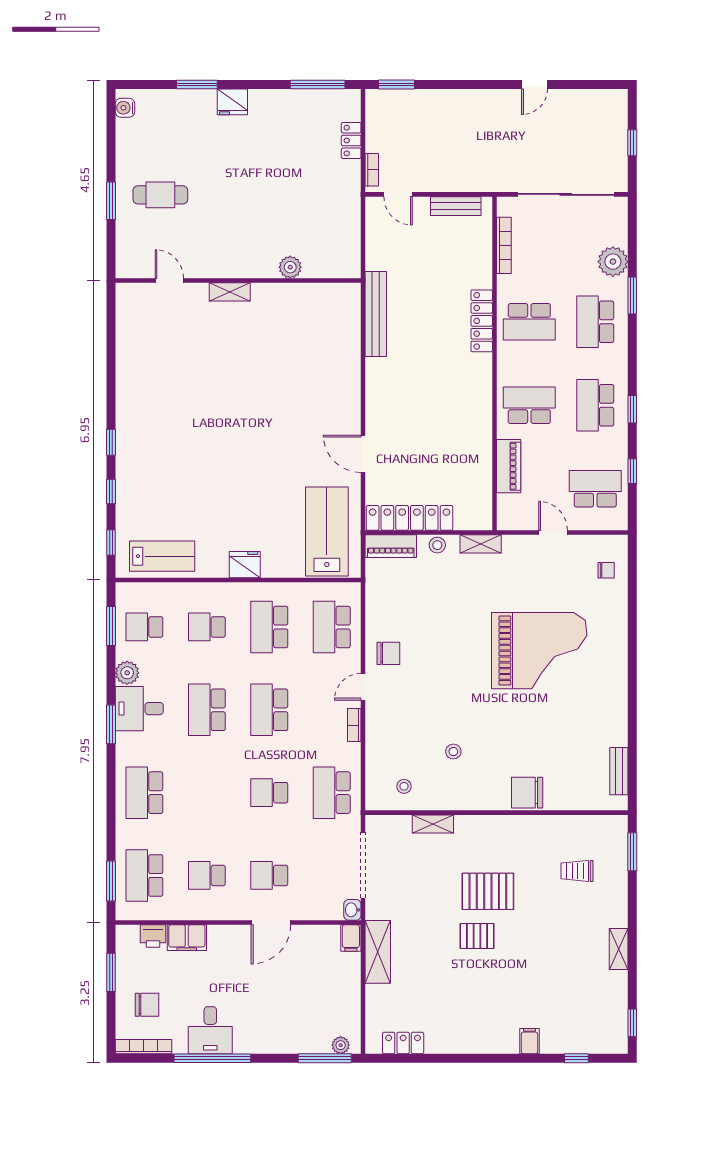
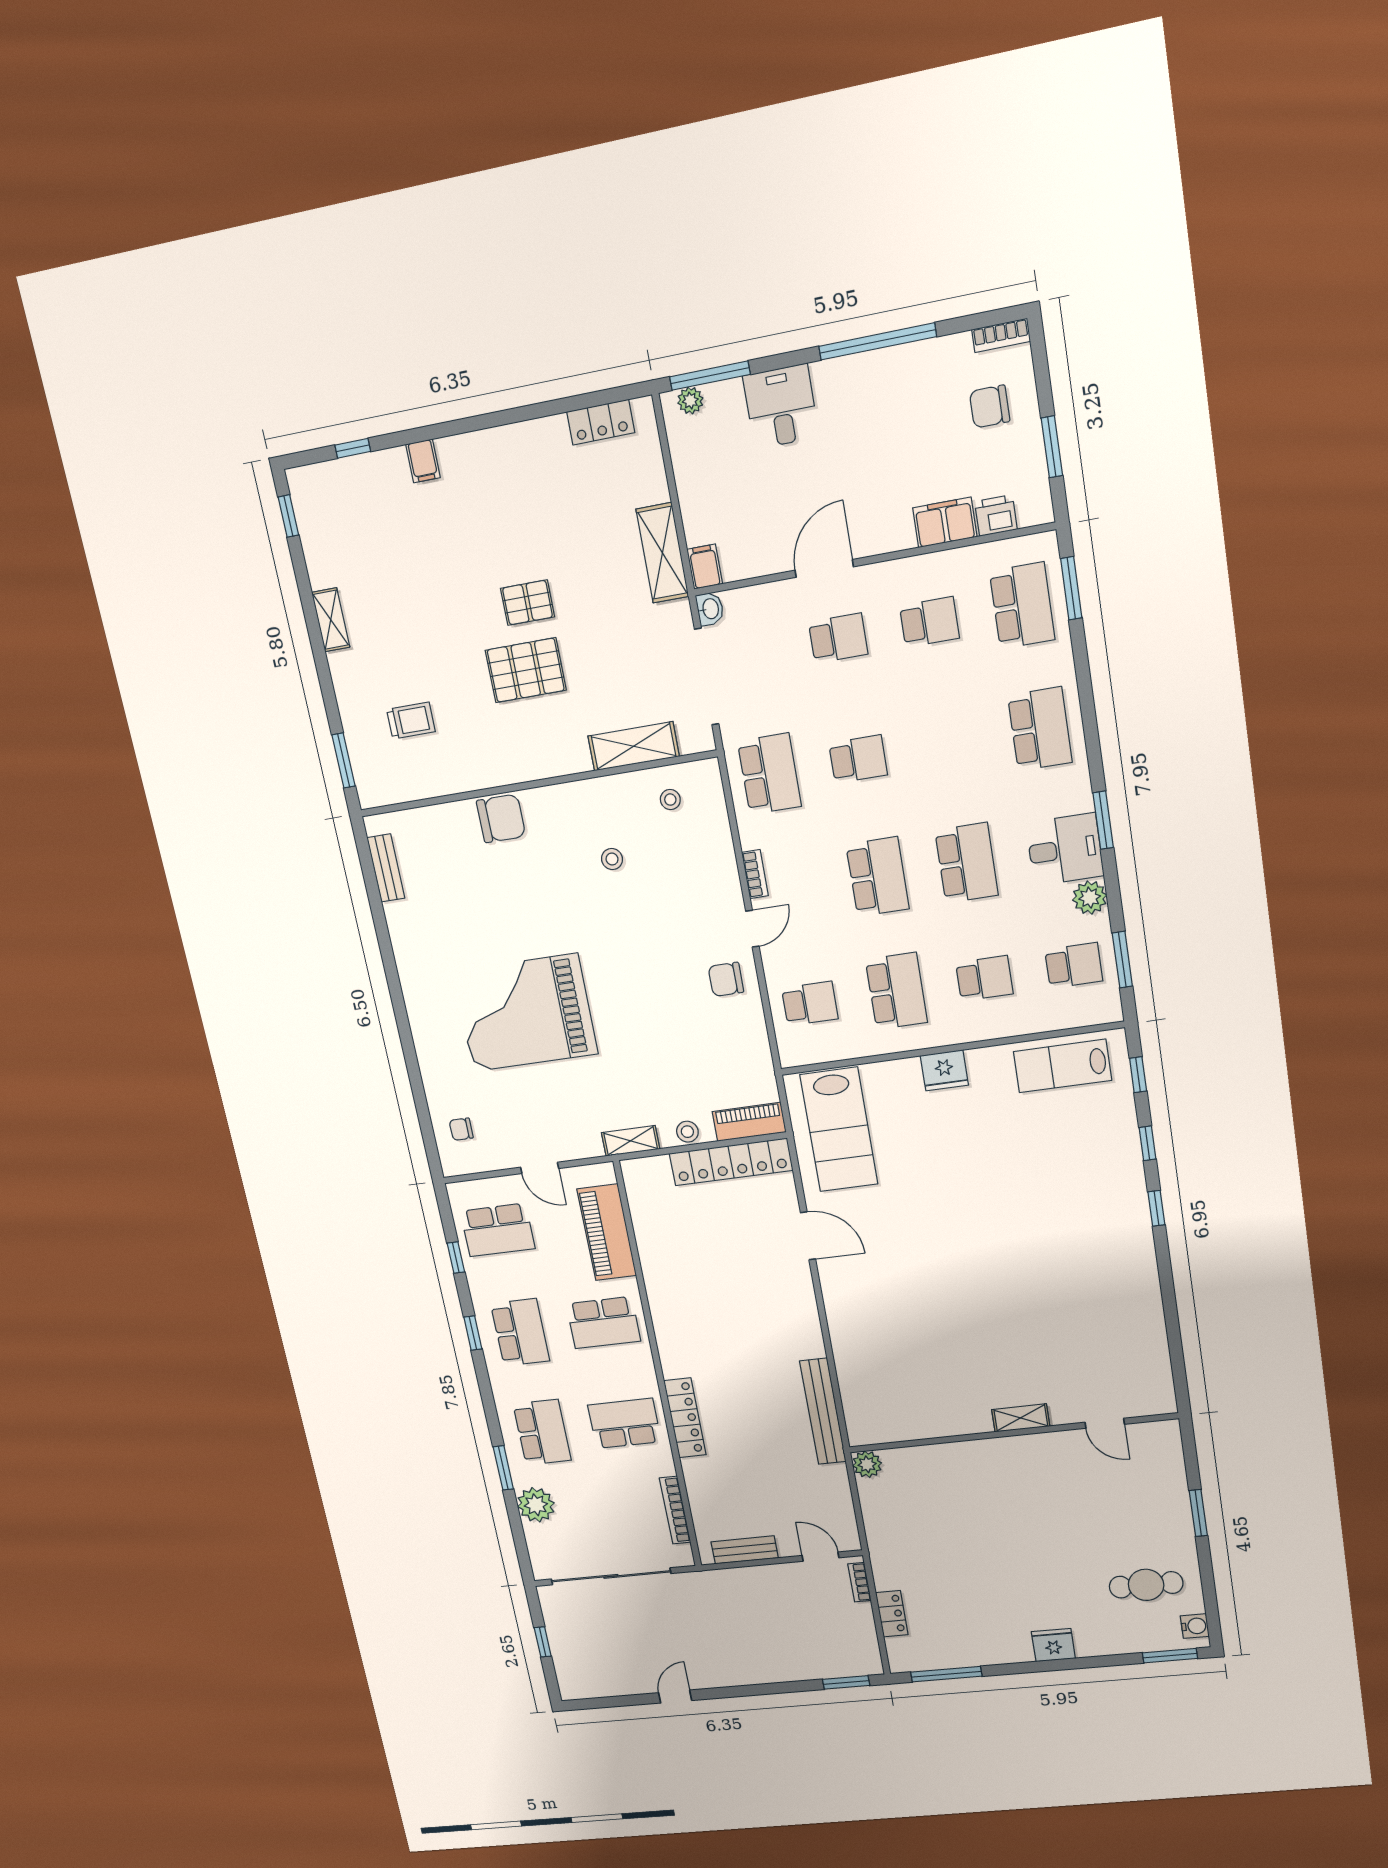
window: (197, 85) -> (1170, 1656), moved
cafe table: (160, 195) -> (1146, 1585), moved
plant: (290, 267) -> (867, 1464), moved
piano: (509, 466) -> (607, 1232), width x1.37, depth x1.33
school desk: (332, 627) -> (810, 1004), width x0.54
shelving: (433, 824) -> (634, 746), width x1.50, depth x1.33
desk: (210, 1030) -> (781, 407), moved
bookcase: (143, 1047) -> (1001, 335), width x0.64

